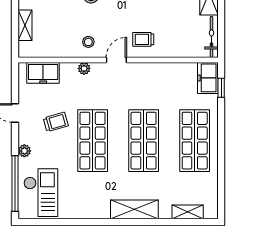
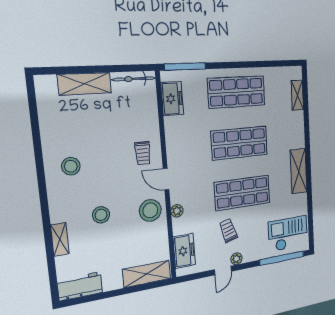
shelving: (25, 25) -> (147, 274), width x1.50, depth x1.33
stool: (88, 42) -> (150, 210), width x1.89, depth x1.89
freezer: (208, 78) -> (172, 99), moved, turned -90
window: (221, 88) -> (185, 66), width x2.17
plant: (24, 151) -> (236, 259), moved
shelving: (134, 209) -> (299, 171), moved

